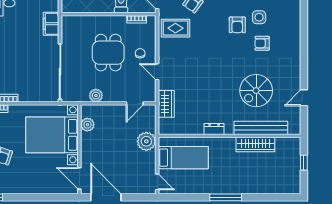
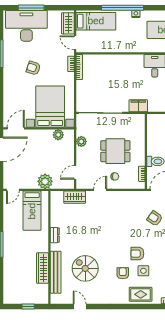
rug: (175, 28) -> (141, 294), moved, turned 90
door: (135, 103) -> (75, 172), hinge flipped

